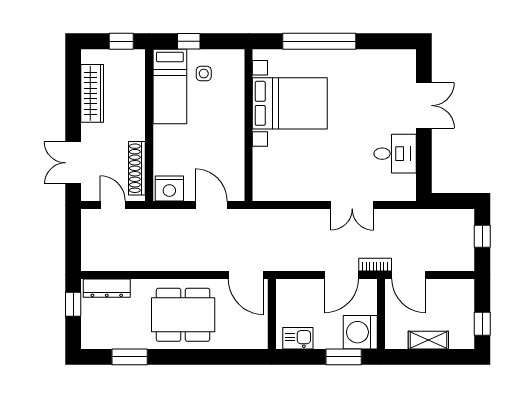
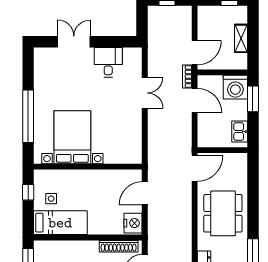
window: (189, 41) -> (28, 192), moved

